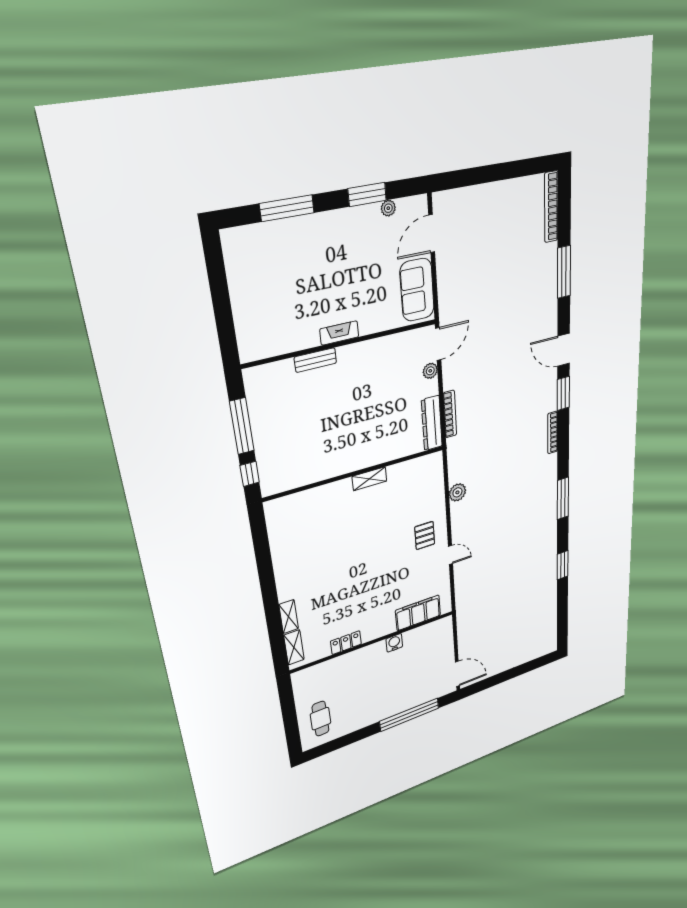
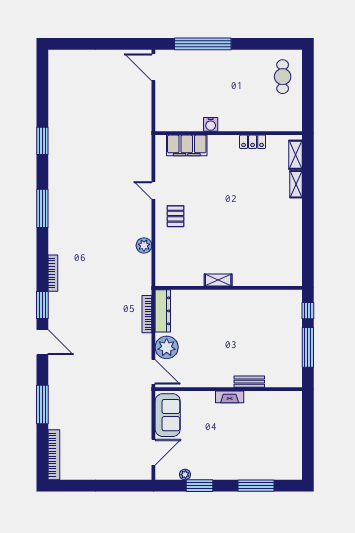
door: (438, 344) -> (153, 372), swing flipped
plant: (430, 371) -> (167, 347), width x1.87, depth x1.87

